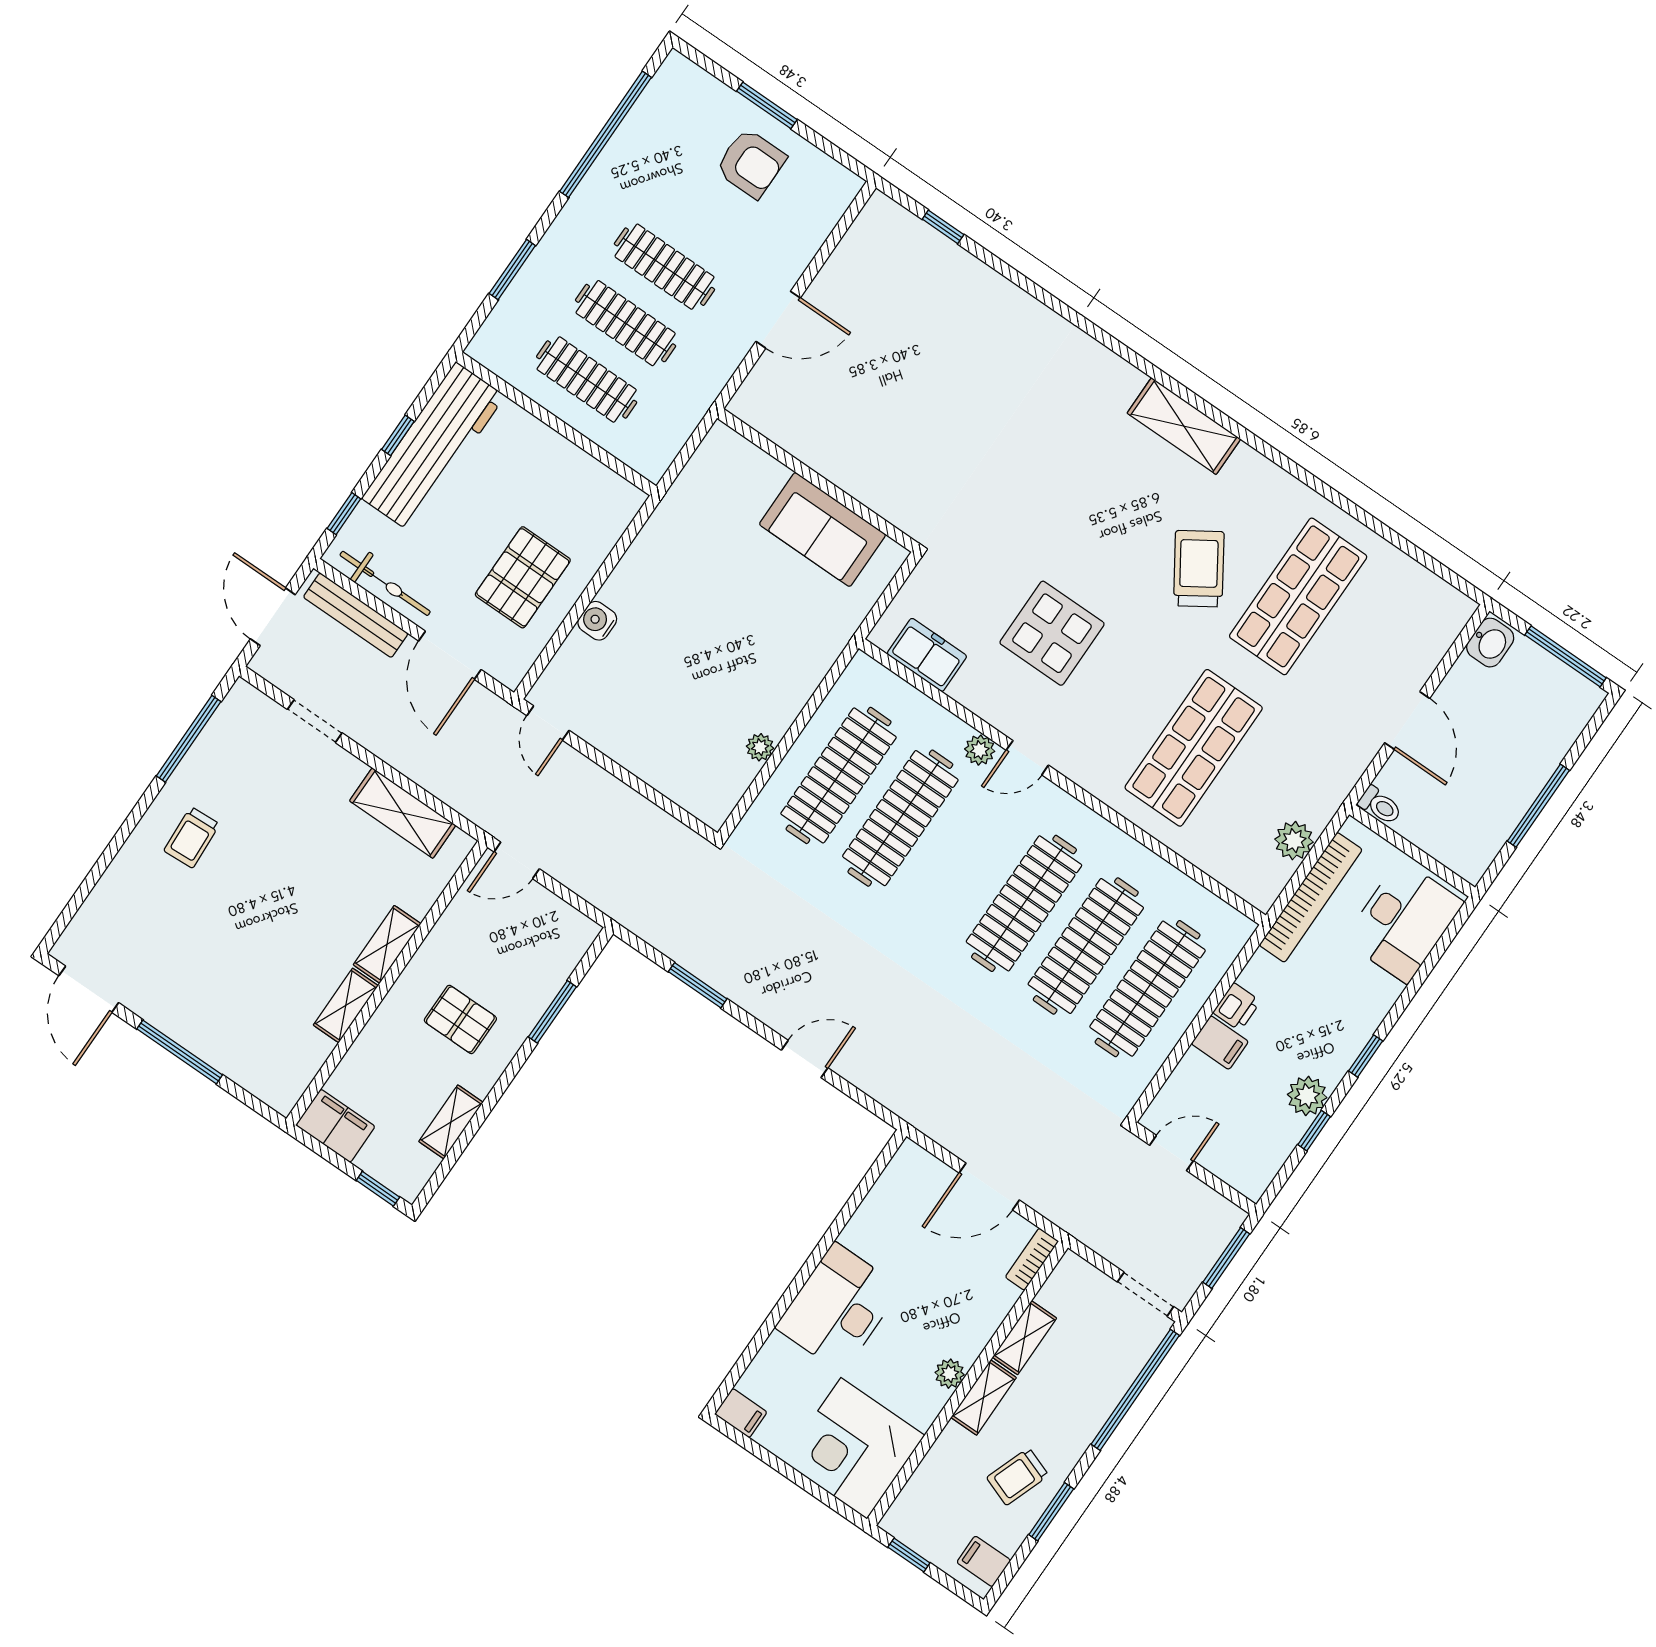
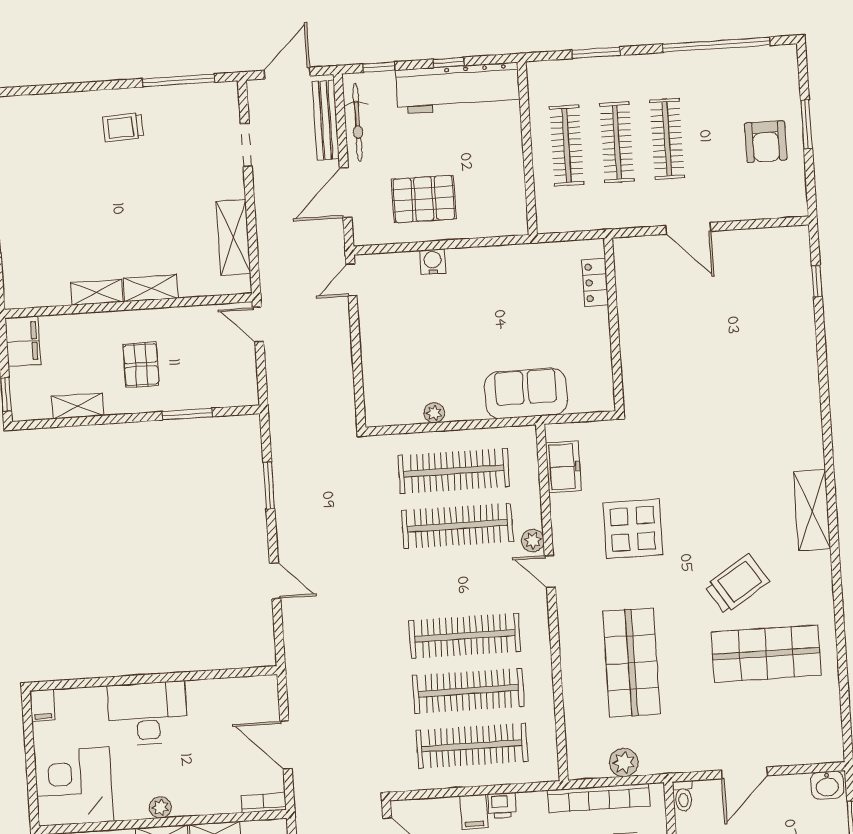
locker: (757, 465) -> (595, 282), added
sofa: (822, 529) -> (526, 393), moved, turned 90
shop shelf: (1194, 748) -> (631, 663), turned 90

